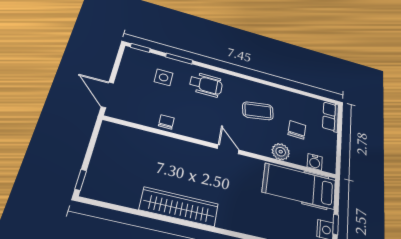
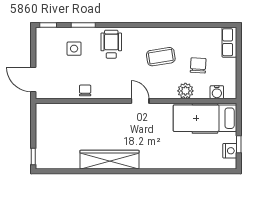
wheelchair: (206, 85) -> (111, 44), turned -90

